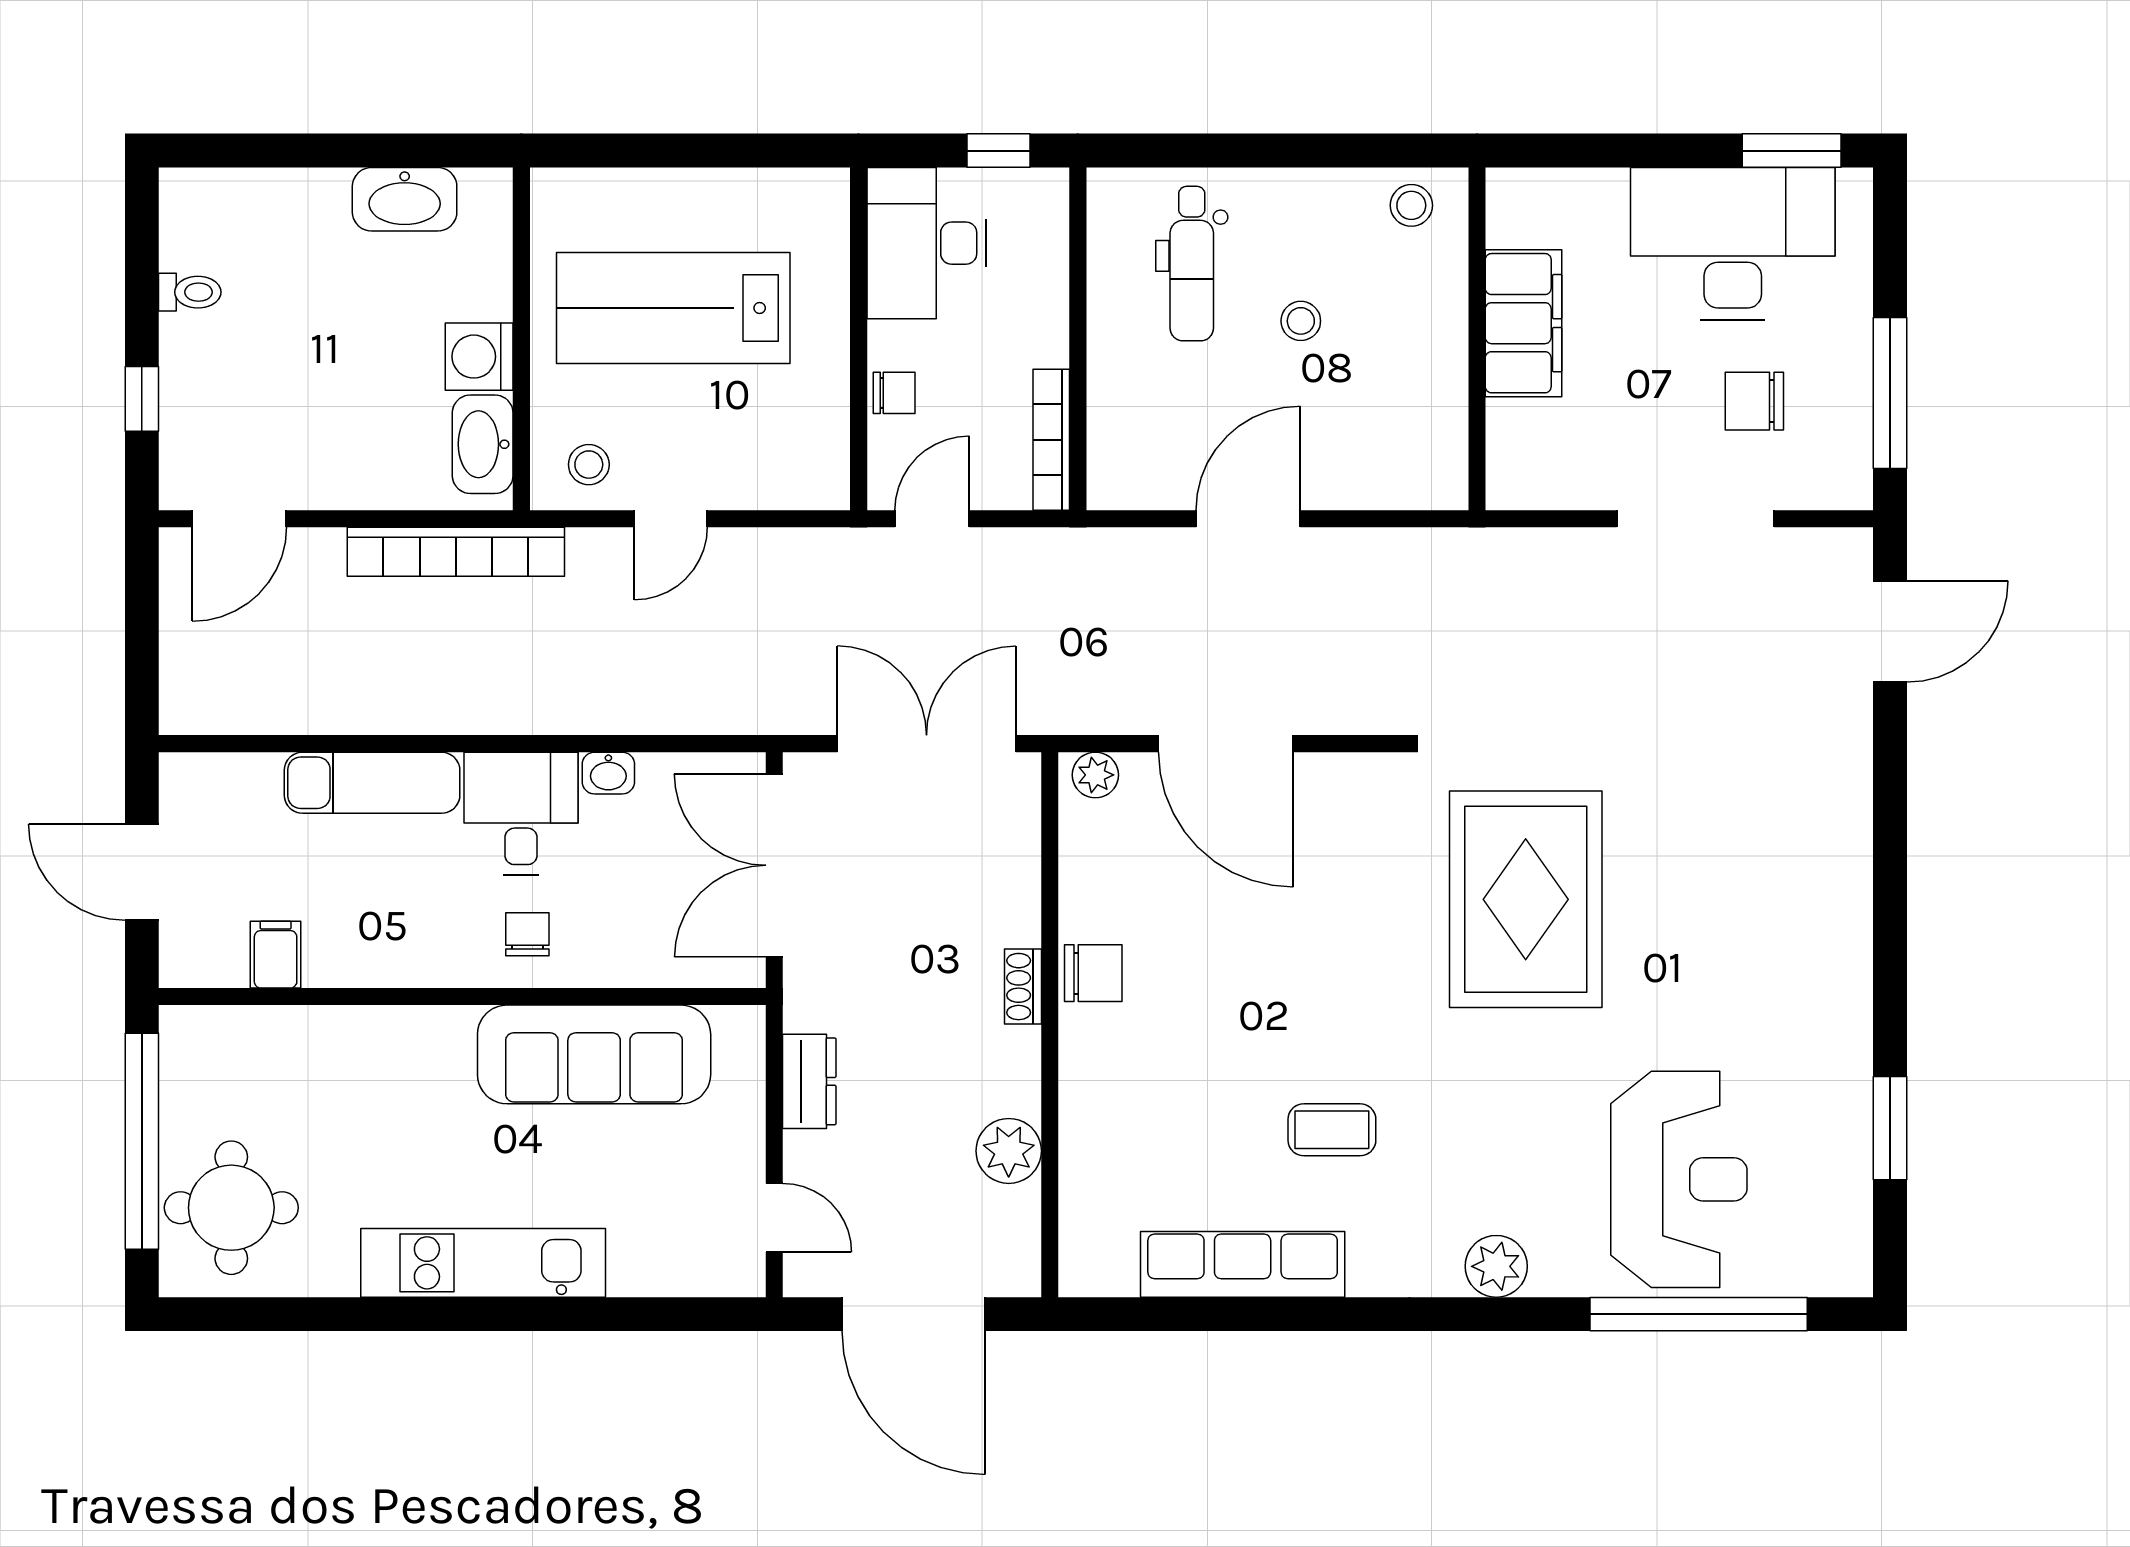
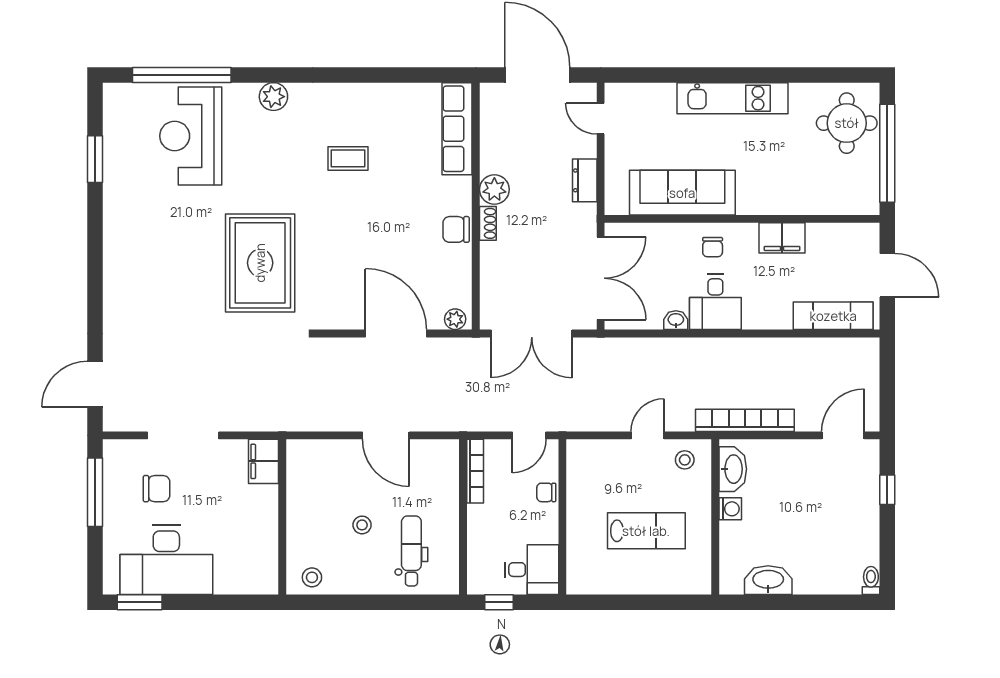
desk: (927, 243) -> (532, 570), width x0.73
toilet: (190, 292) -> (871, 580), moved, turned 90
lab bench: (673, 308) -> (646, 531), width x0.73, depth x0.72
filing cabinet: (1524, 323) -> (264, 461), moved, width x0.67, depth x0.86
washing machine: (479, 357) -> (730, 509), width x0.73, depth x0.73
door: (1248, 519) -> (386, 435), hinge flipped
exam couch: (372, 783) -> (833, 316), moved
filing cabinet: (276, 955) -> (782, 238), moved, width x2.00
plant: (1009, 1151) -> (494, 189), moved
row of seats: (1243, 1264) -> (457, 129), moved, turned 90

